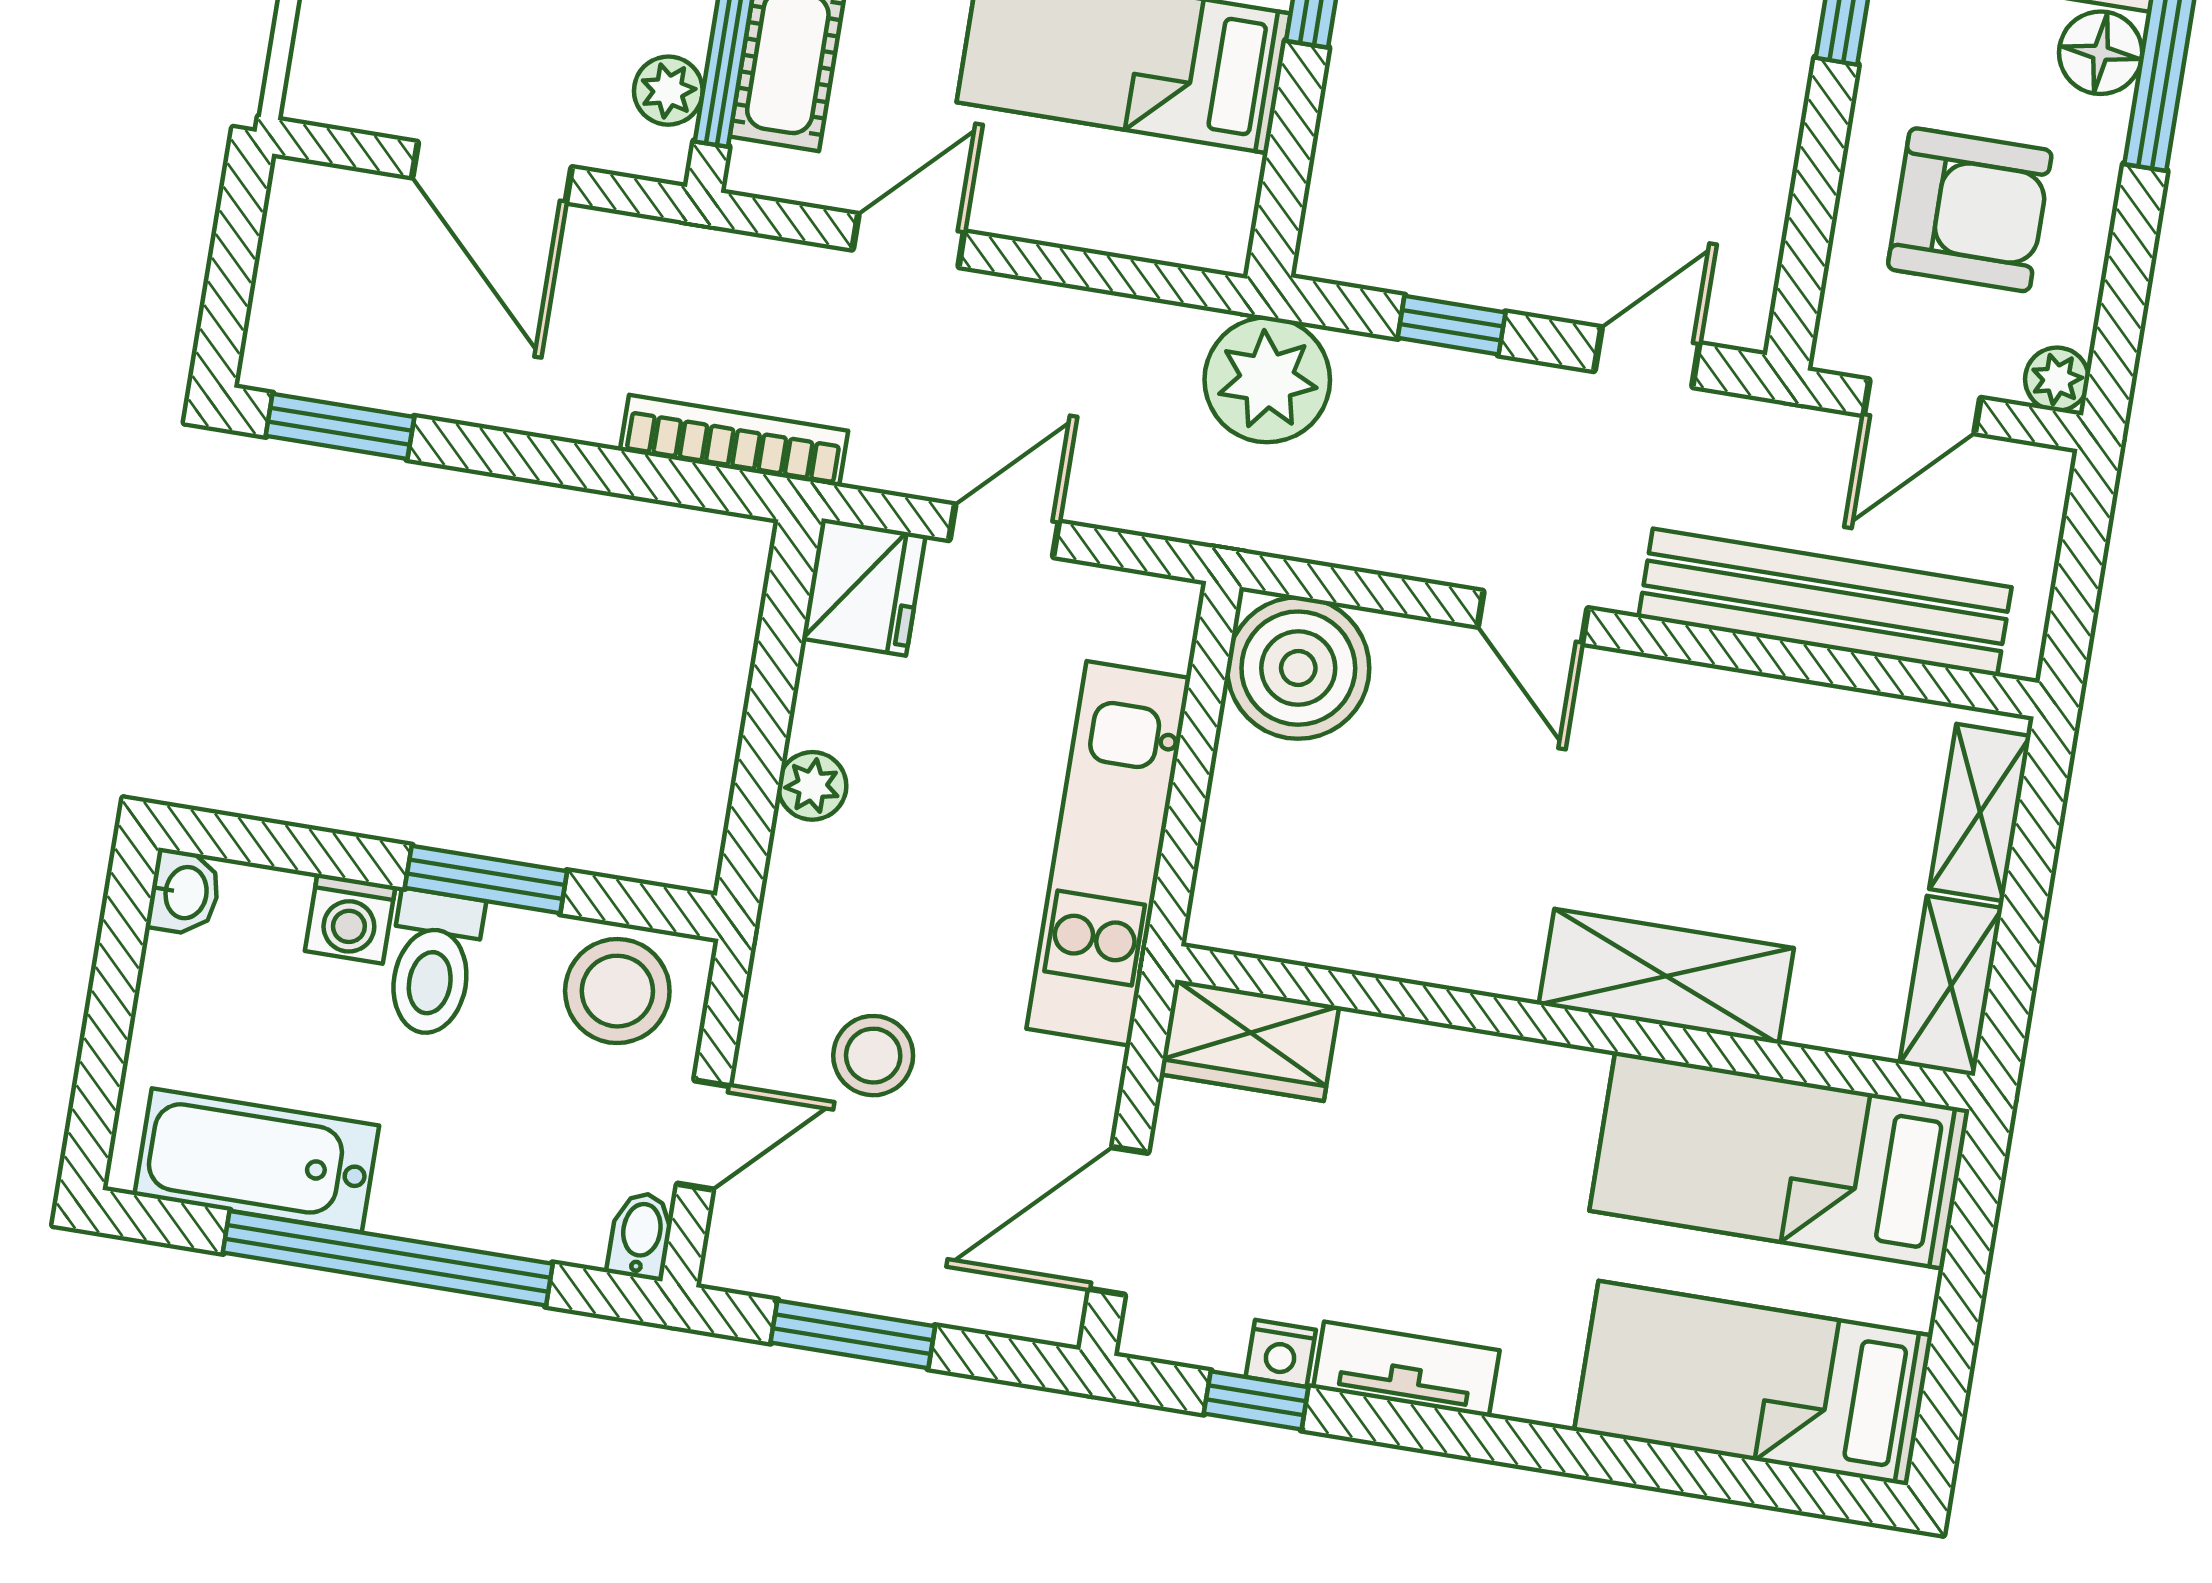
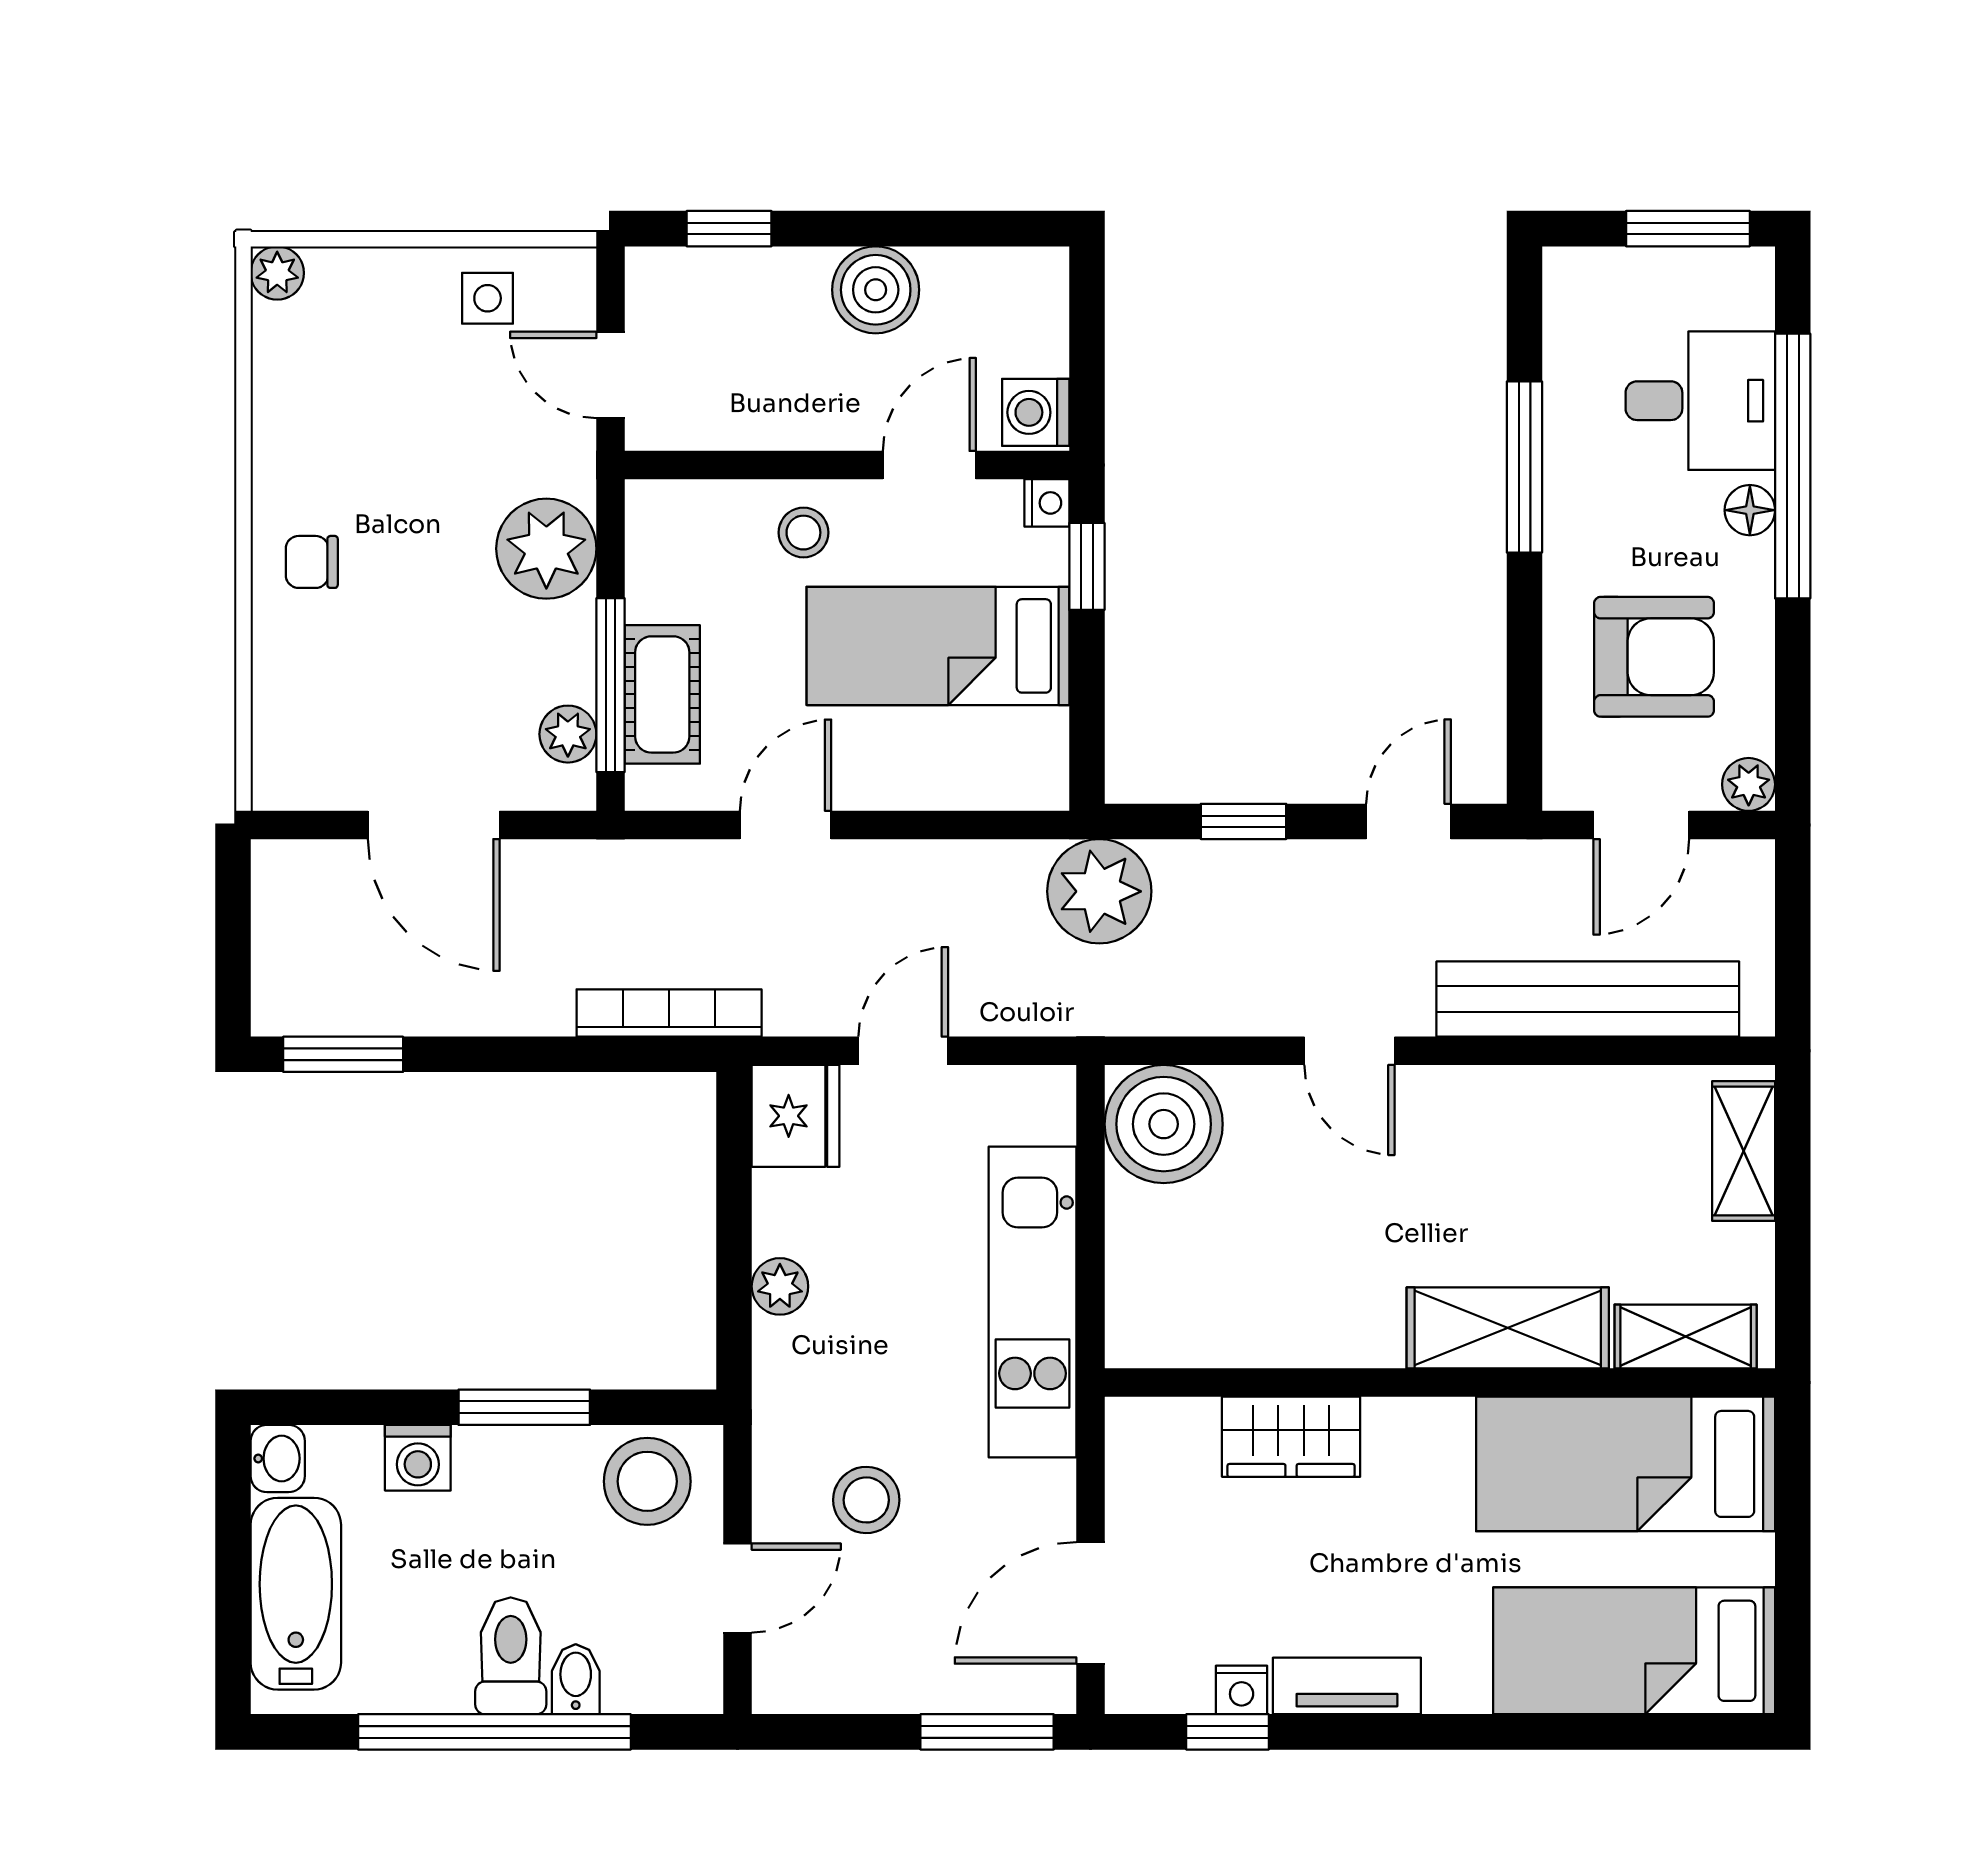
floor lamp: (2101, 53) -> (1750, 510), width x0.73, depth x0.73
toilet: (433, 963) -> (511, 1656), moved, turned 180
shelving: (1951, 986) -> (1686, 1336), moved, turned 90
wardrobe: (1249, 1040) -> (1291, 1437), moved
bathtub: (257, 1160) -> (296, 1594), moved, turned 90
bidet: (641, 1236) -> (576, 1679), moved
window: (853, 1334) -> (987, 1732), moved

